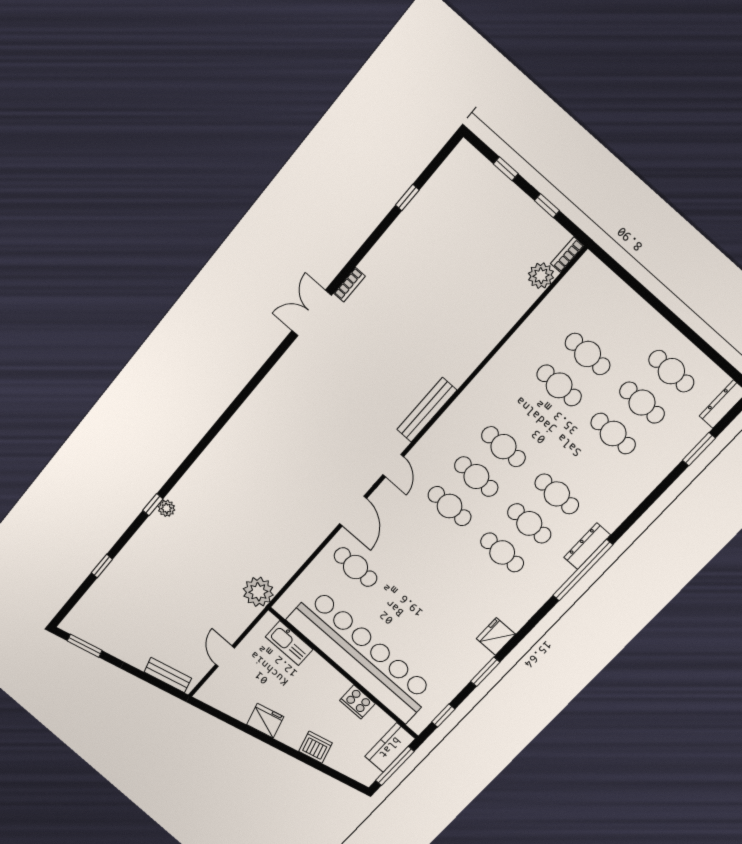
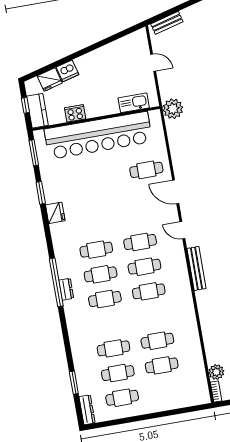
dresser: (587, 546) -> (66, 289), width x0.70
window: (443, 716) -> (34, 153), width x1.50
fridge: (265, 721) -> (50, 79), moved
window: (395, 766) -> (25, 105), width x0.46

